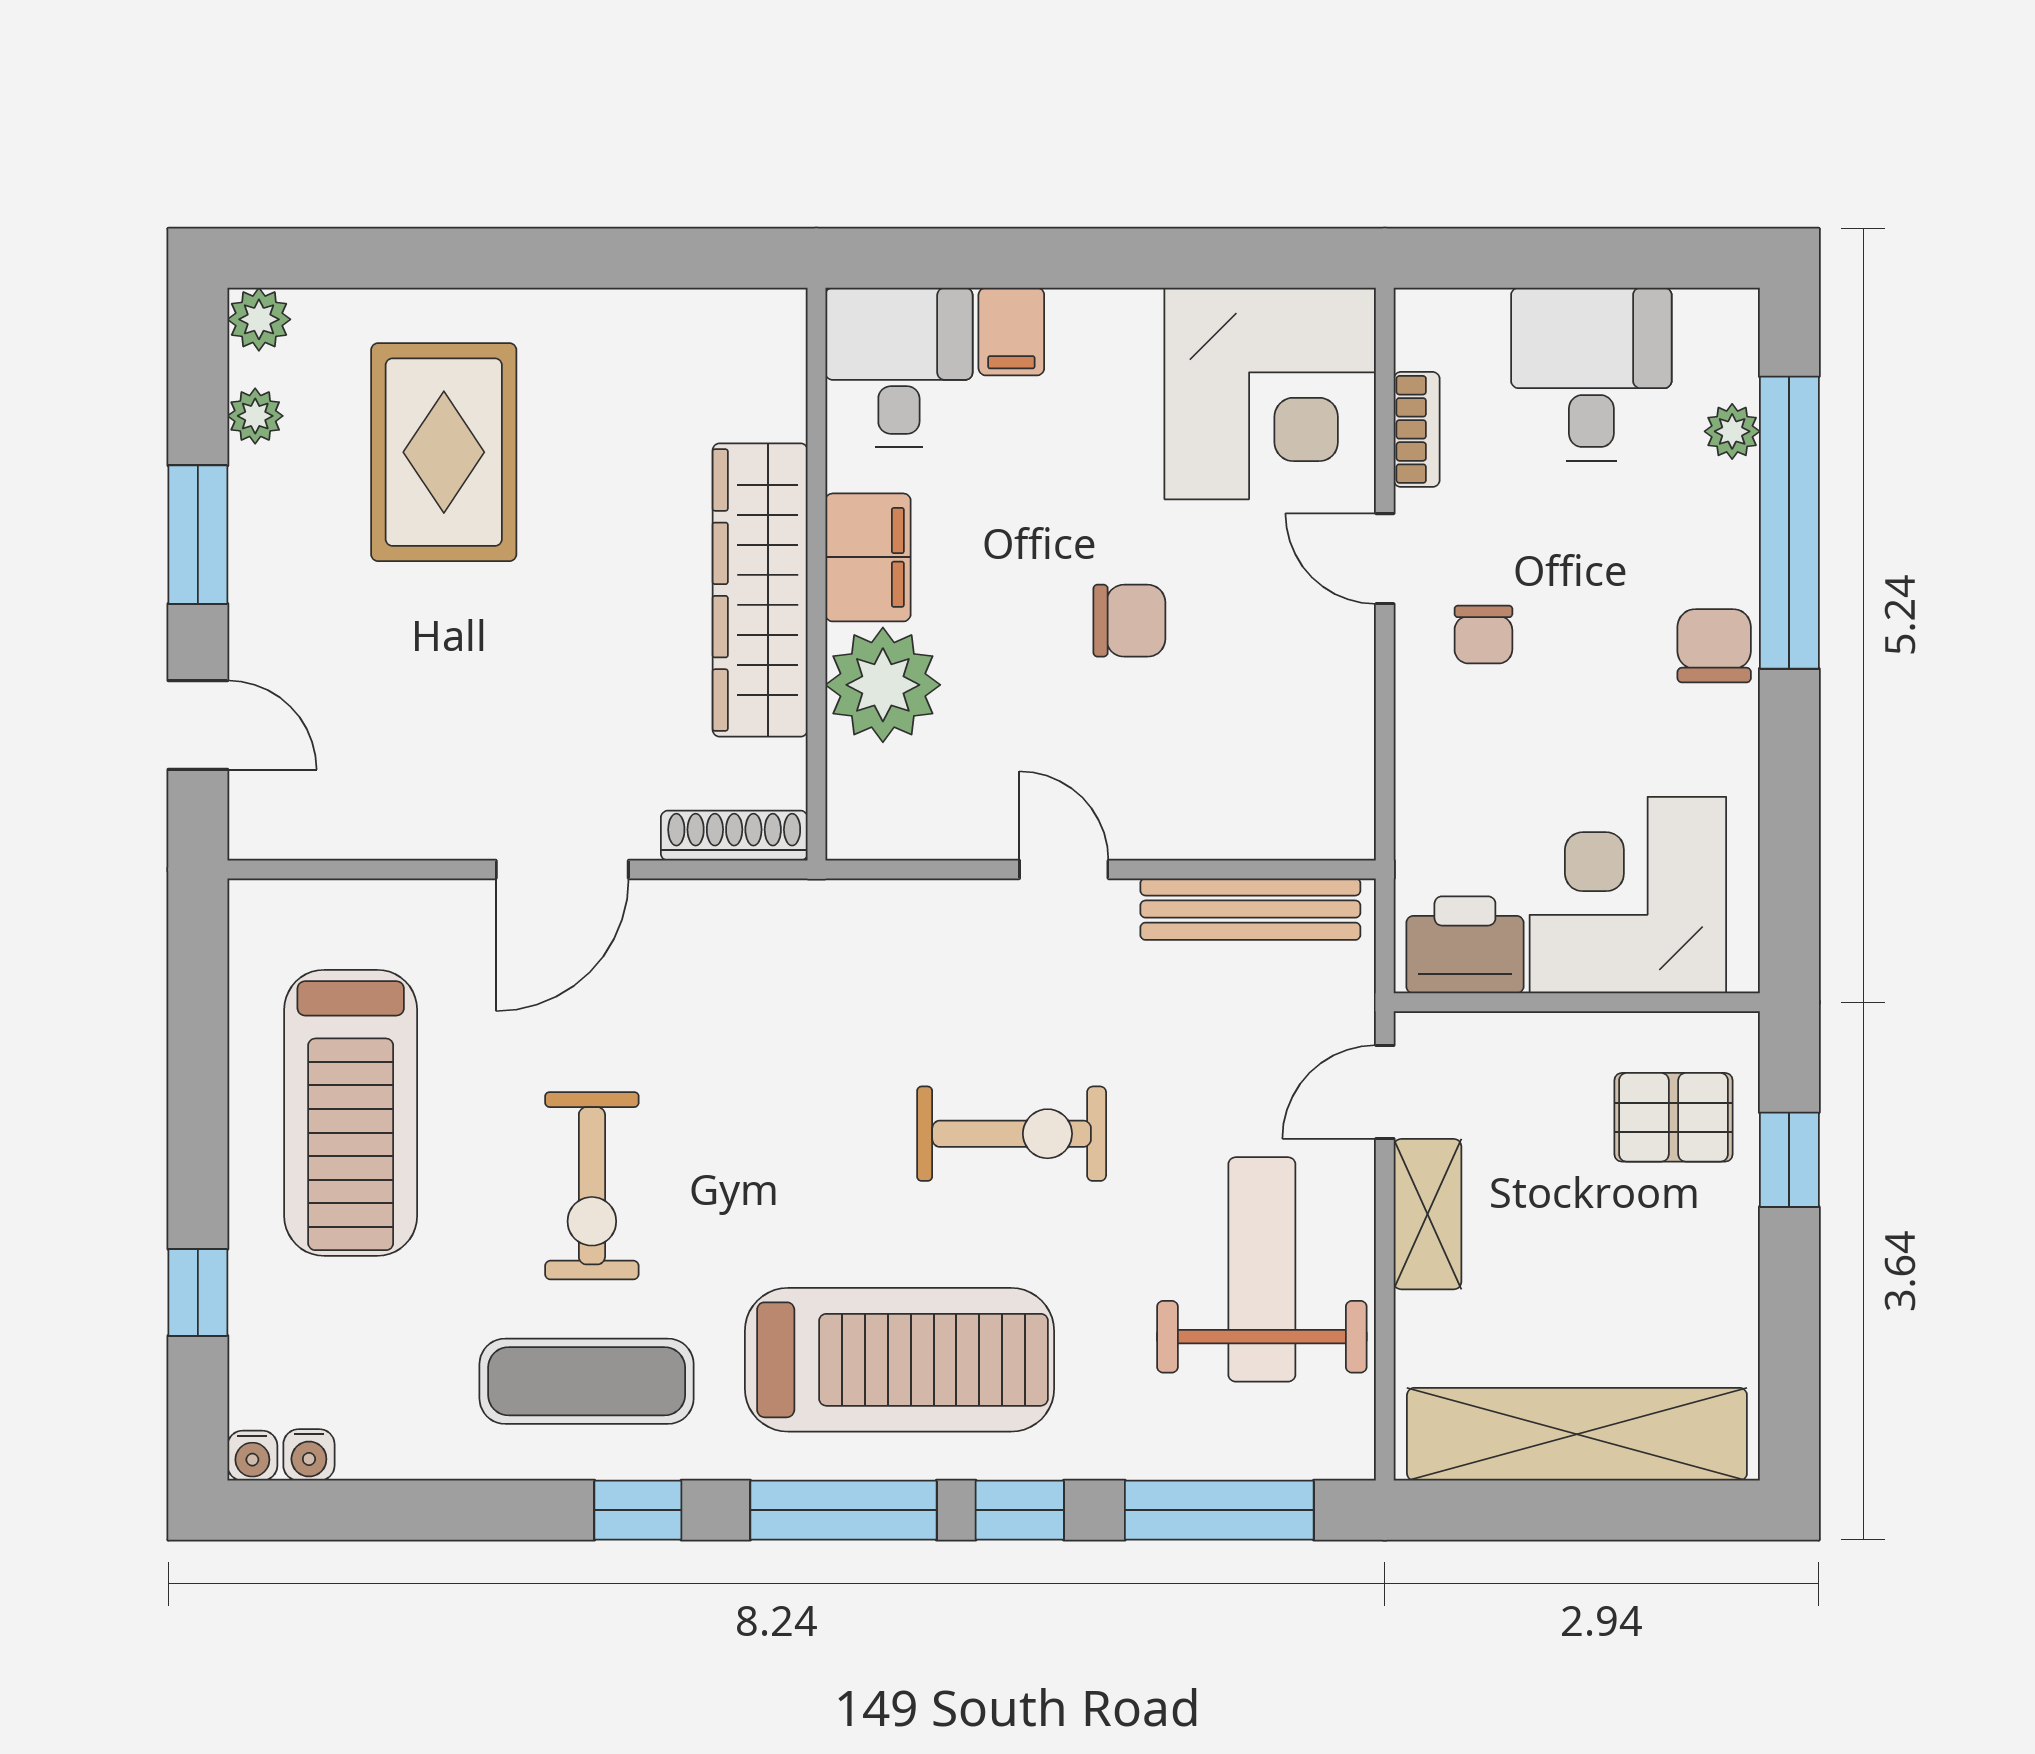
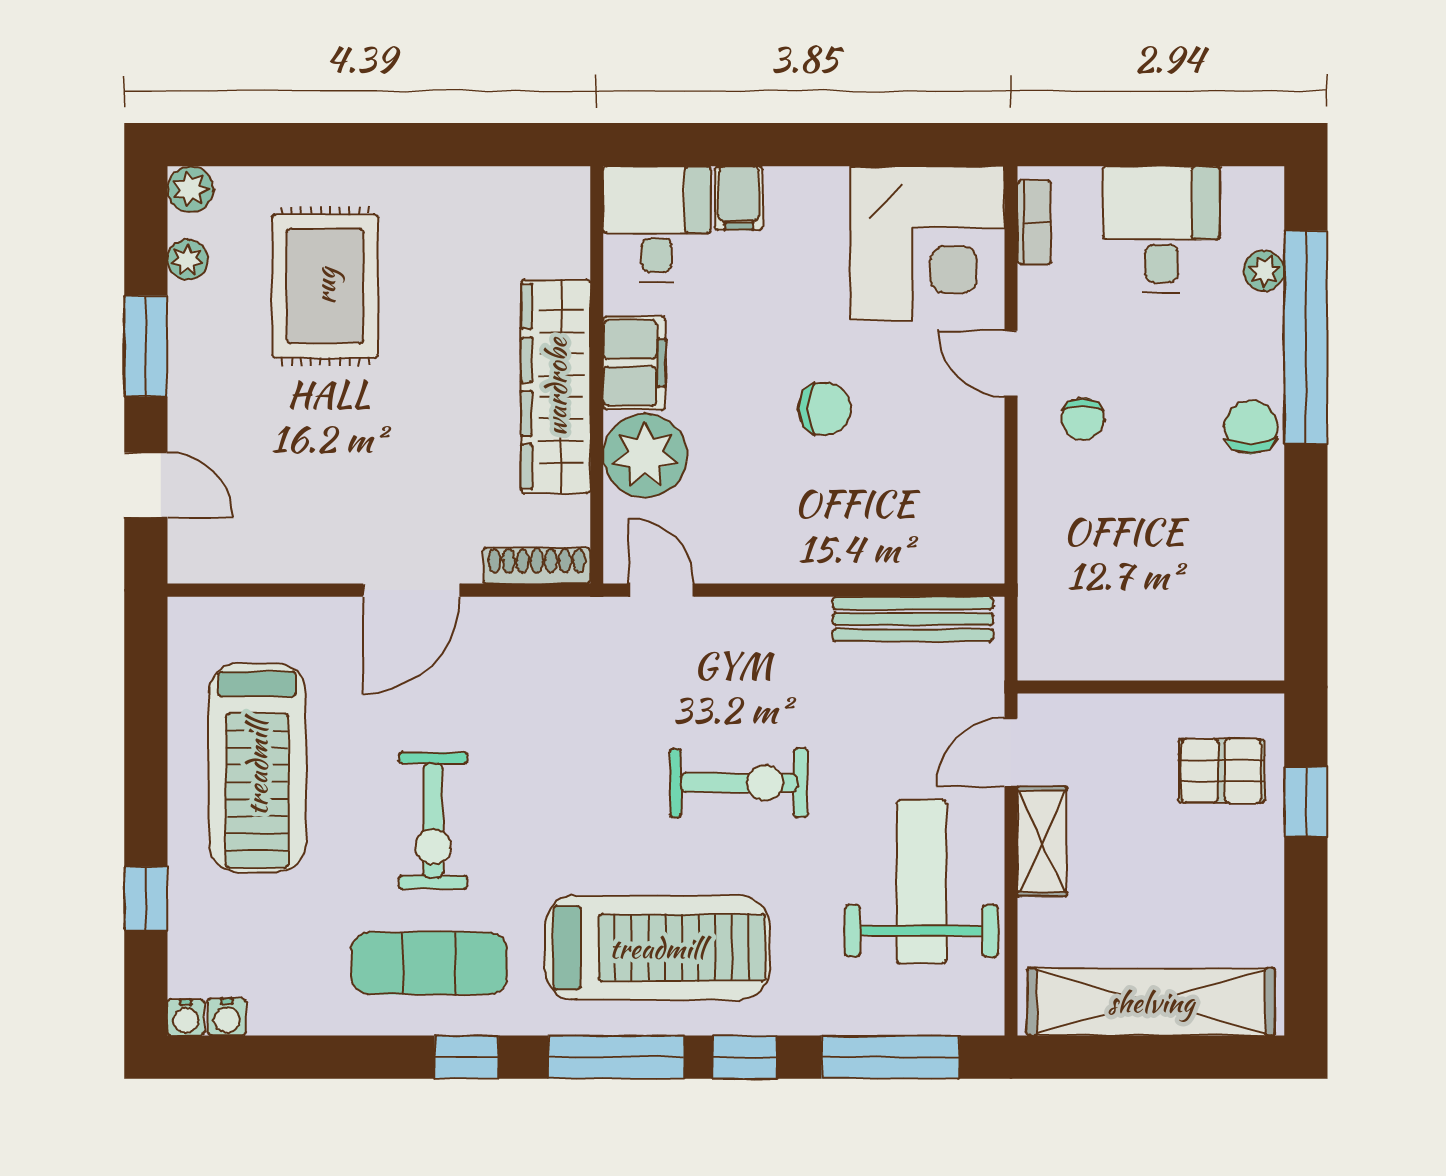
bookcase: (1417, 429) -> (1034, 222), moved
door: (1064, 869) -> (661, 590), moved
corner desk: (1628, 895) -> (1188, 609), removed
printer: (1465, 945) -> (1069, 645), removed

